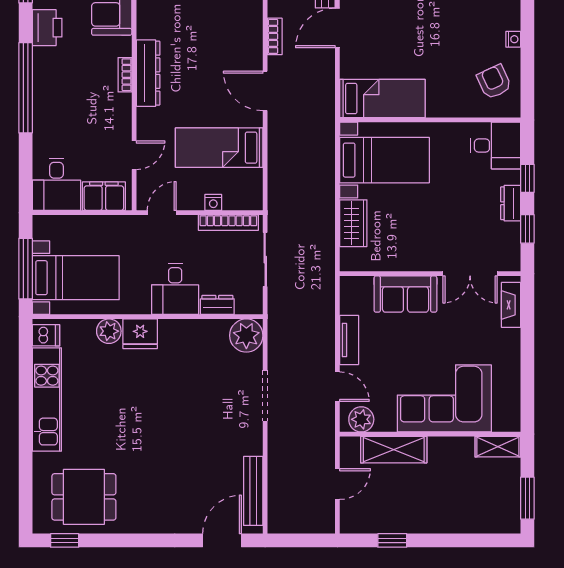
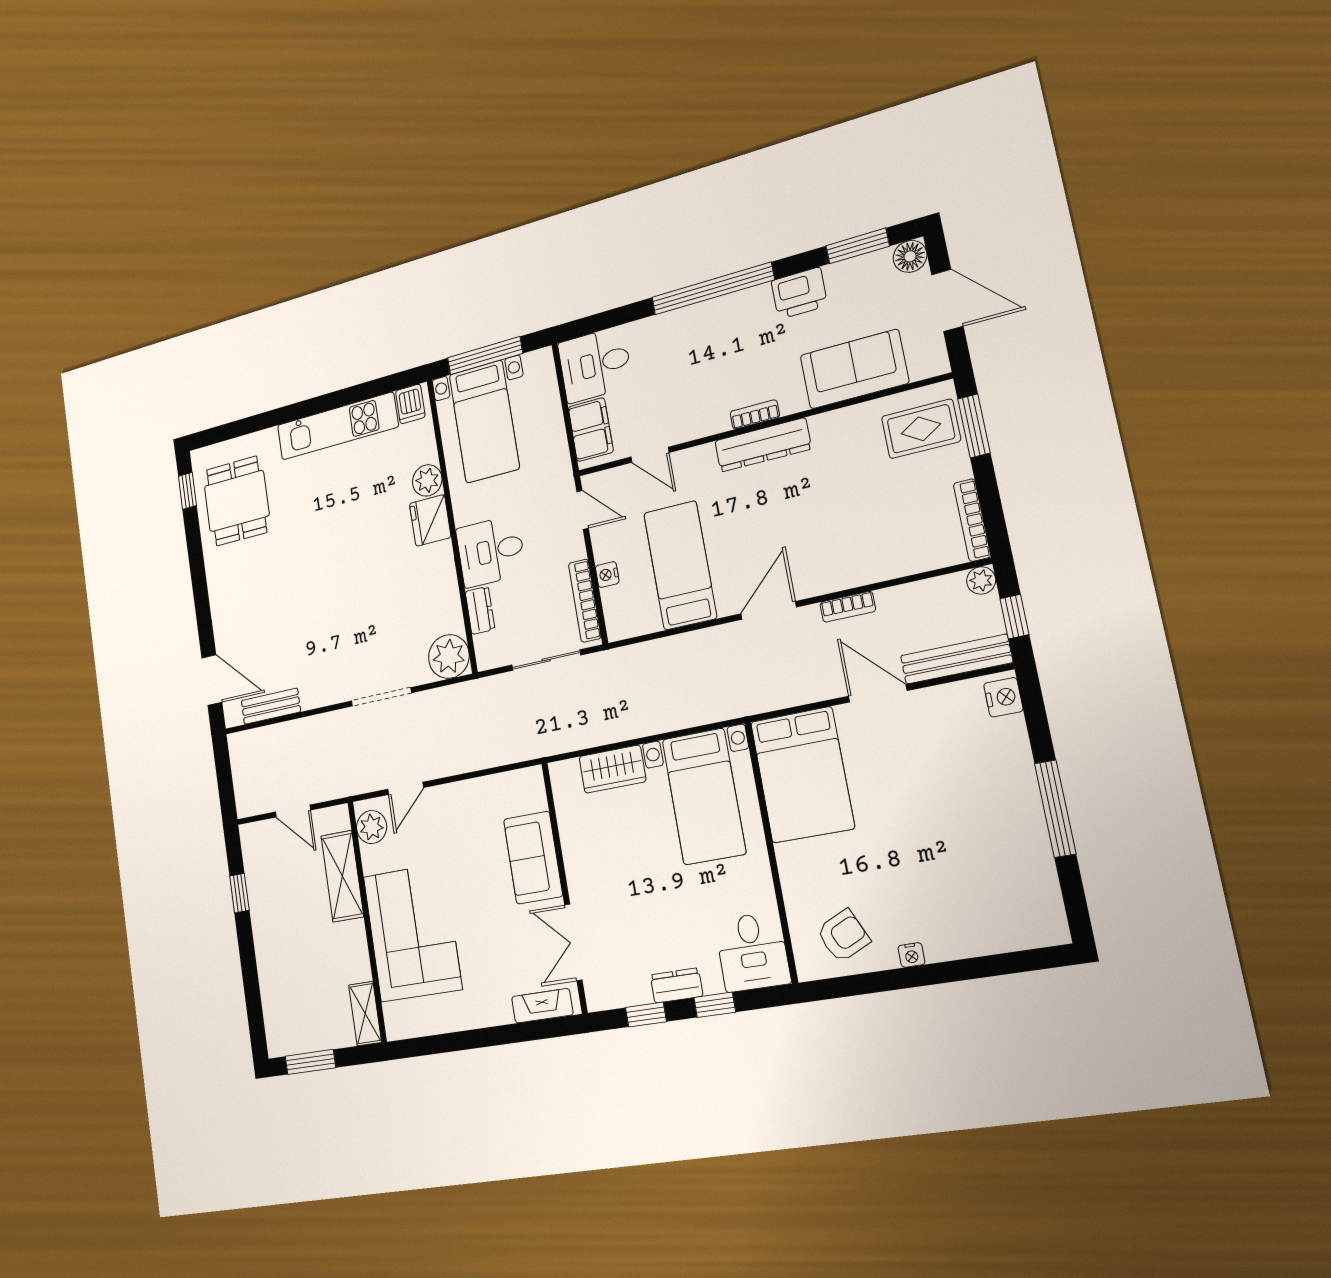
bed: (382, 99) -> (802, 775), width x1.50
tv unit: (349, 340) -> (464, 792), removed
bench: (253, 491) -> (271, 706), width x0.73

